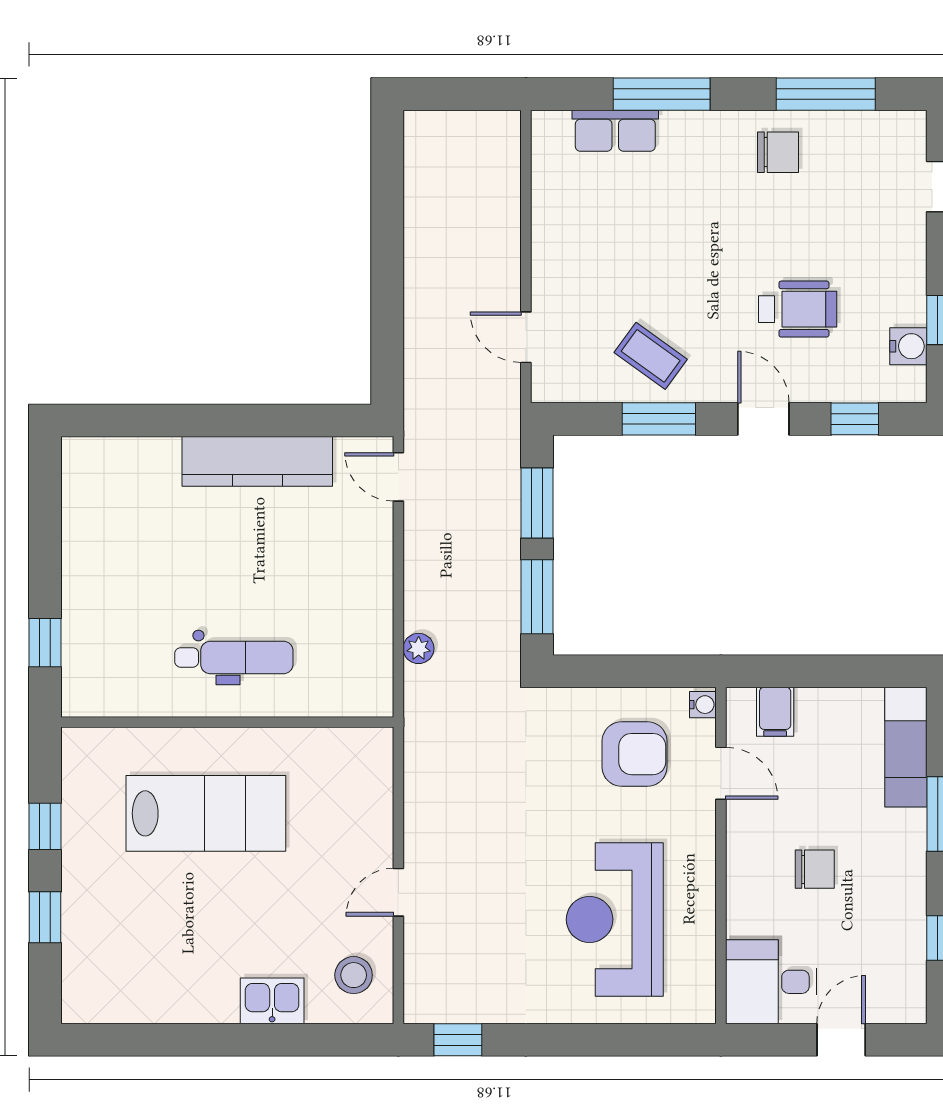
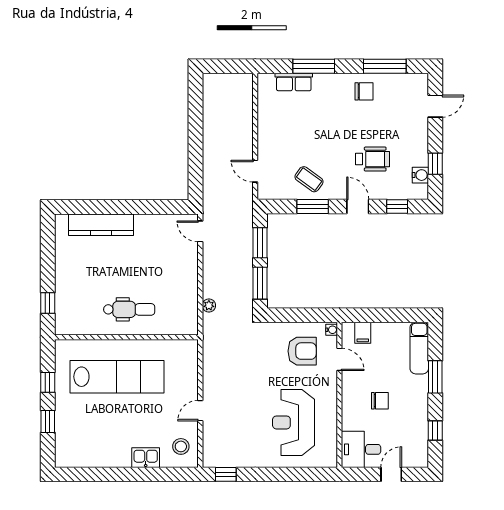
kitchen counter: (257, 461) -> (101, 225), moved
lab bench: (206, 813) -> (117, 377), width x1.36

